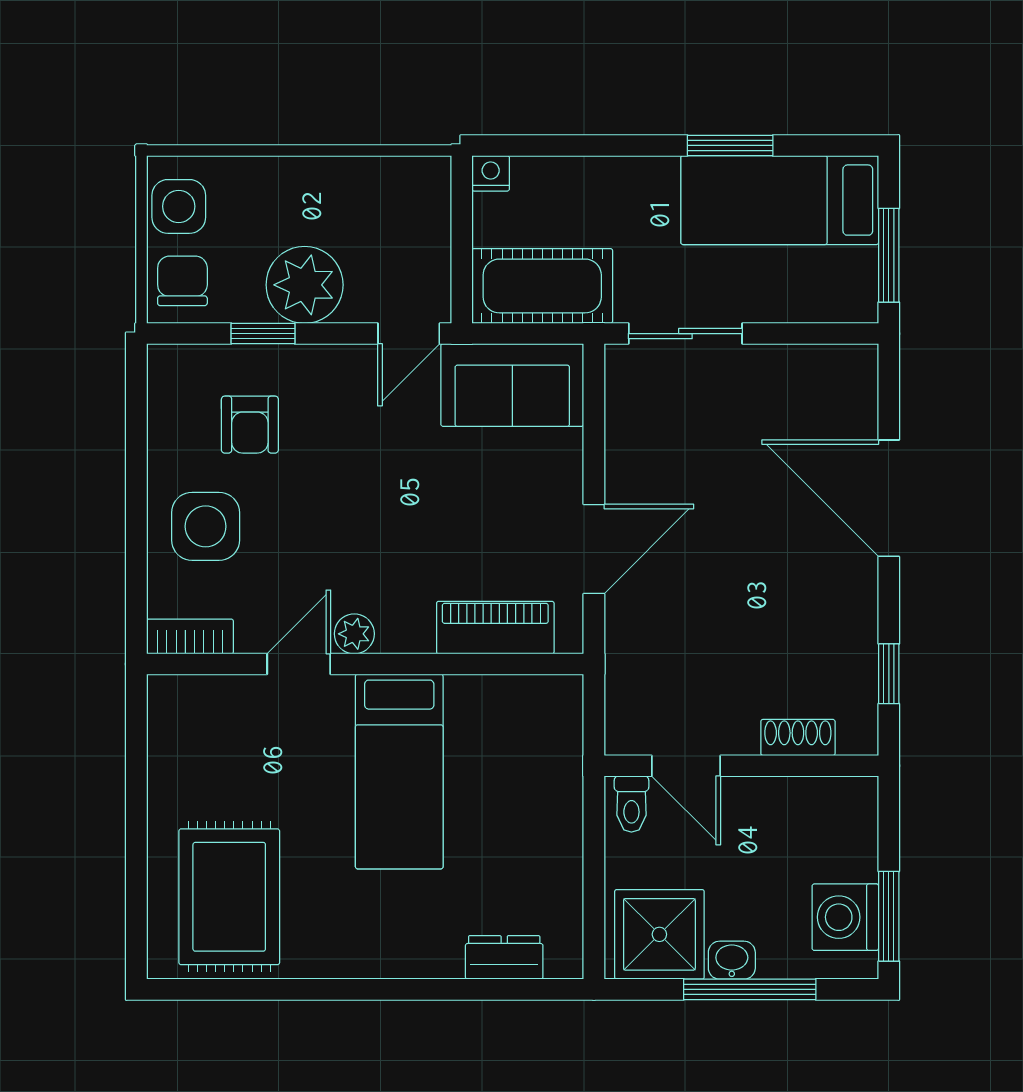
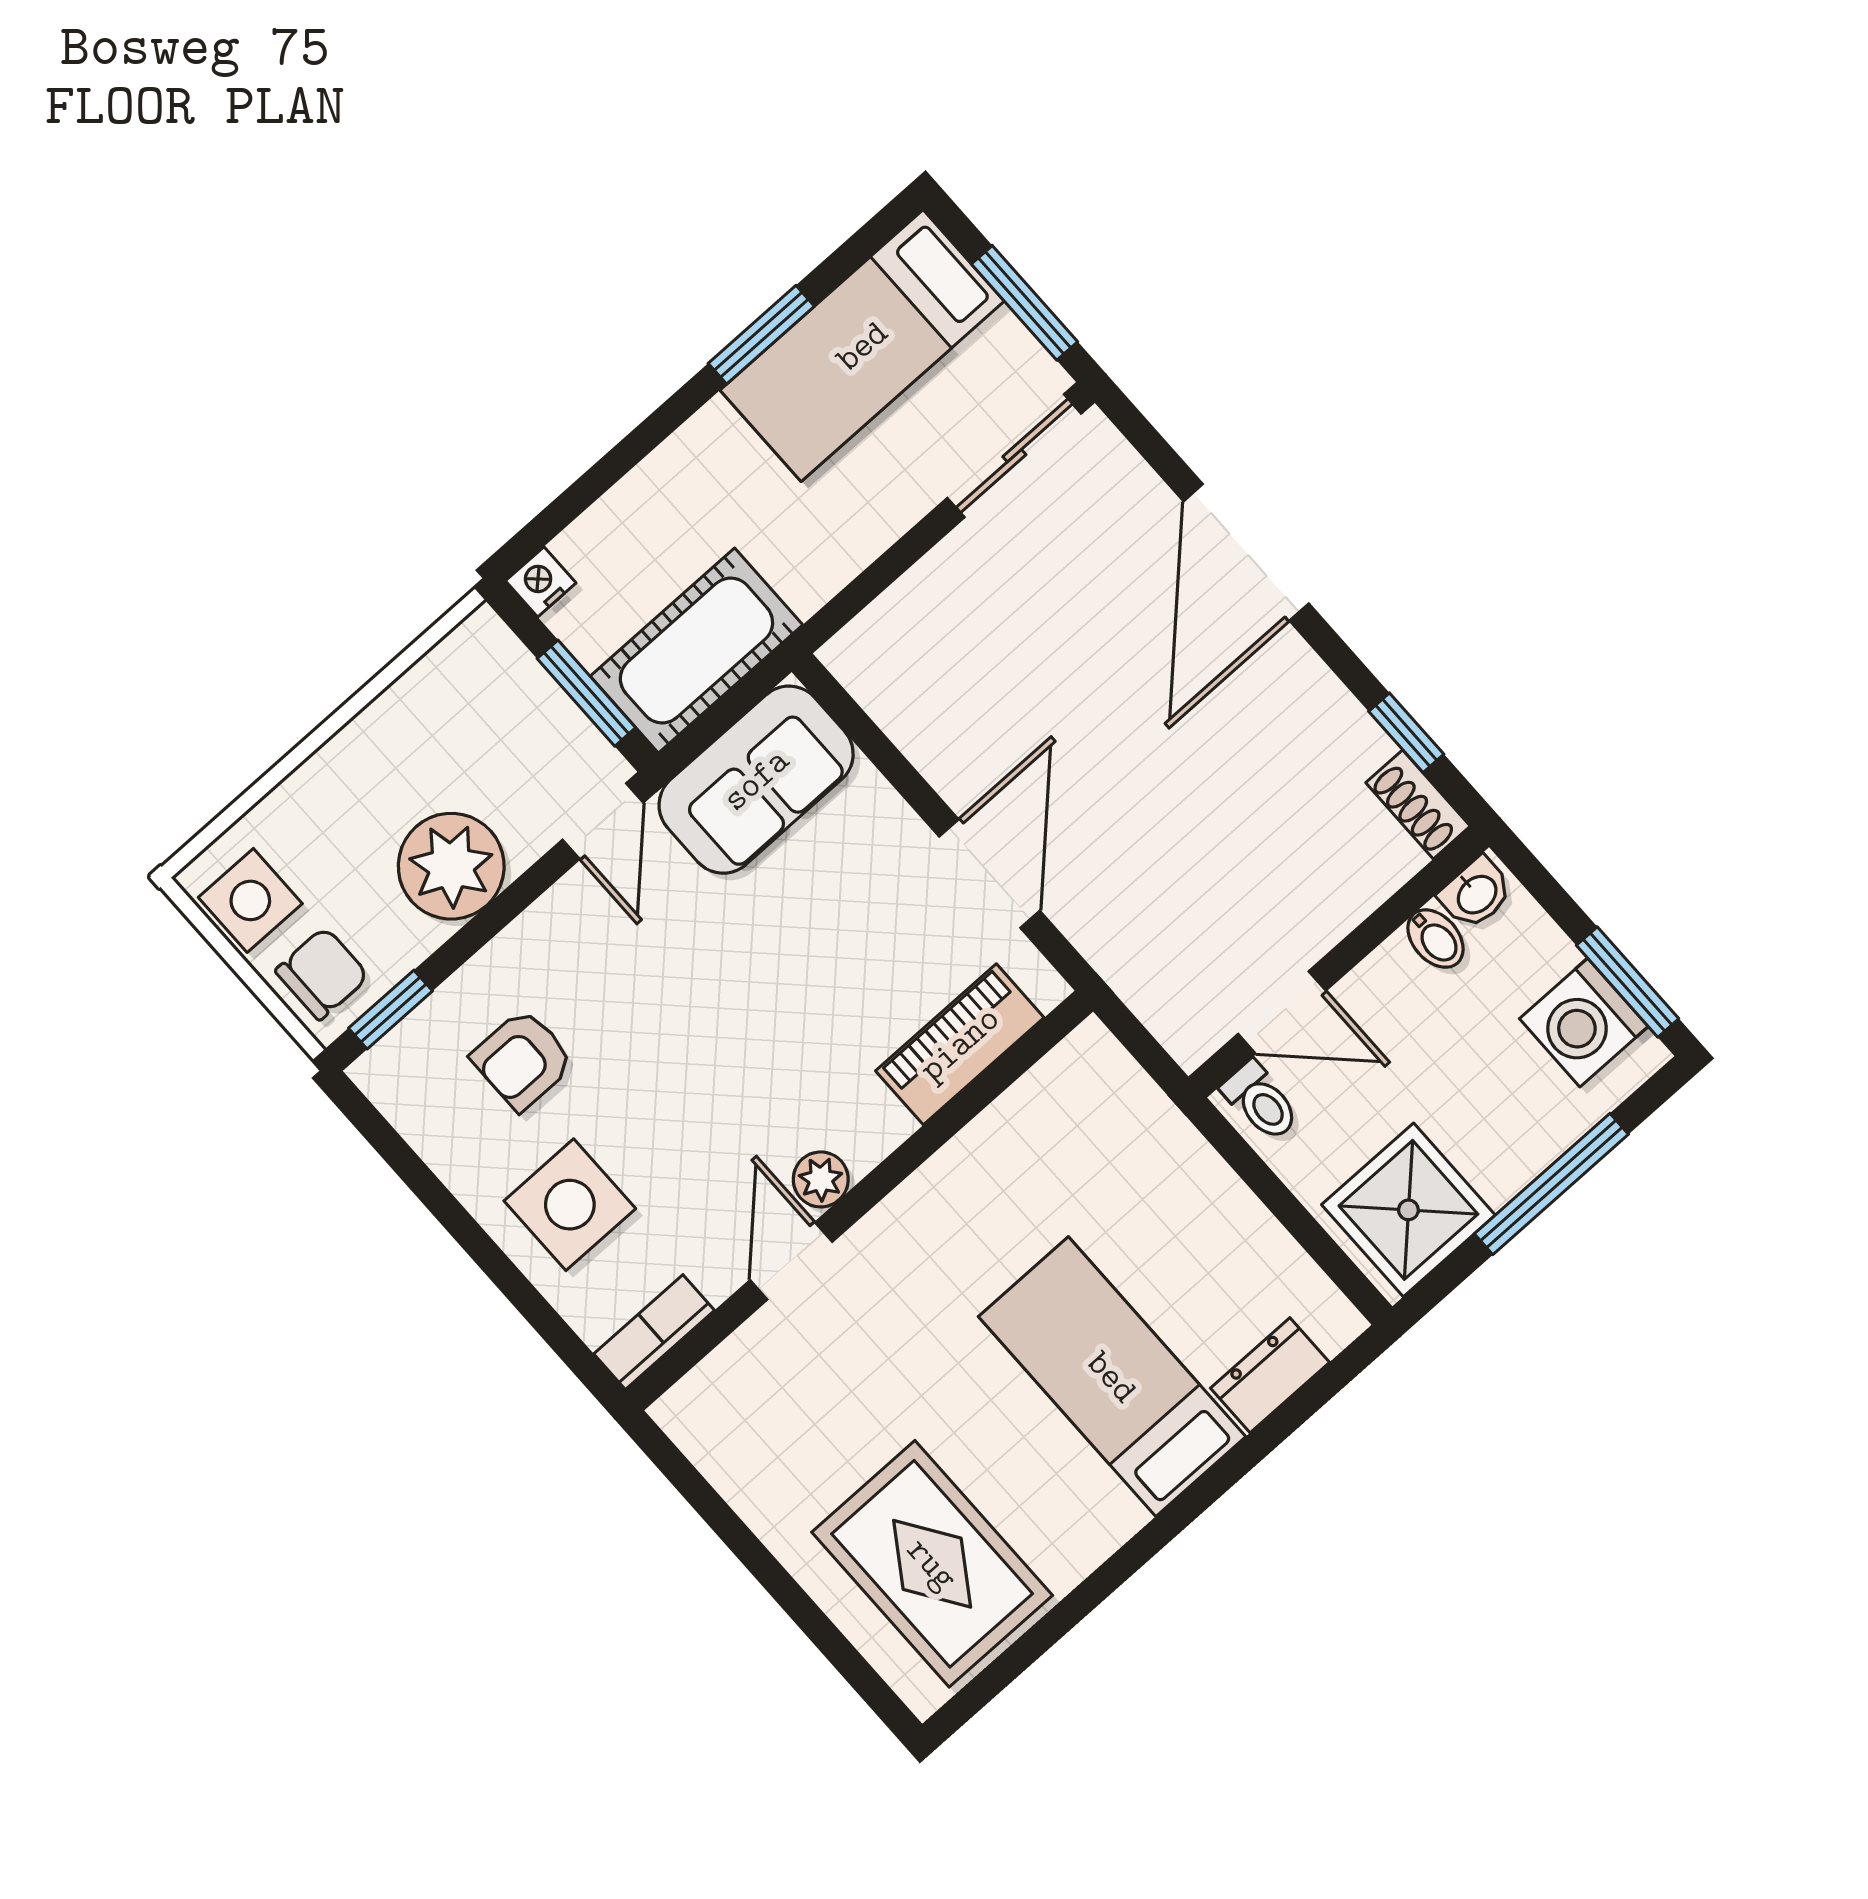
window: (462, 256) -> (586, 693), added
chair: (182, 281) -> (322, 974), turned 90
window: (263, 334) -> (390, 1010), moved
sliding door: (685, 334) -> (1014, 456), moved
armchair: (250, 425) -> (523, 1060), turned 90
door: (889, 498) -> (1246, 552), hinge flipped
shoe rack: (798, 737) -> (1418, 804), moved, turned -90
bed: (399, 771) -> (1112, 1377), moved, turned 180
bidet: (805, 800) -> (1436, 939), added
washbasin: (732, 960) -> (1476, 893), moved, turned 180

